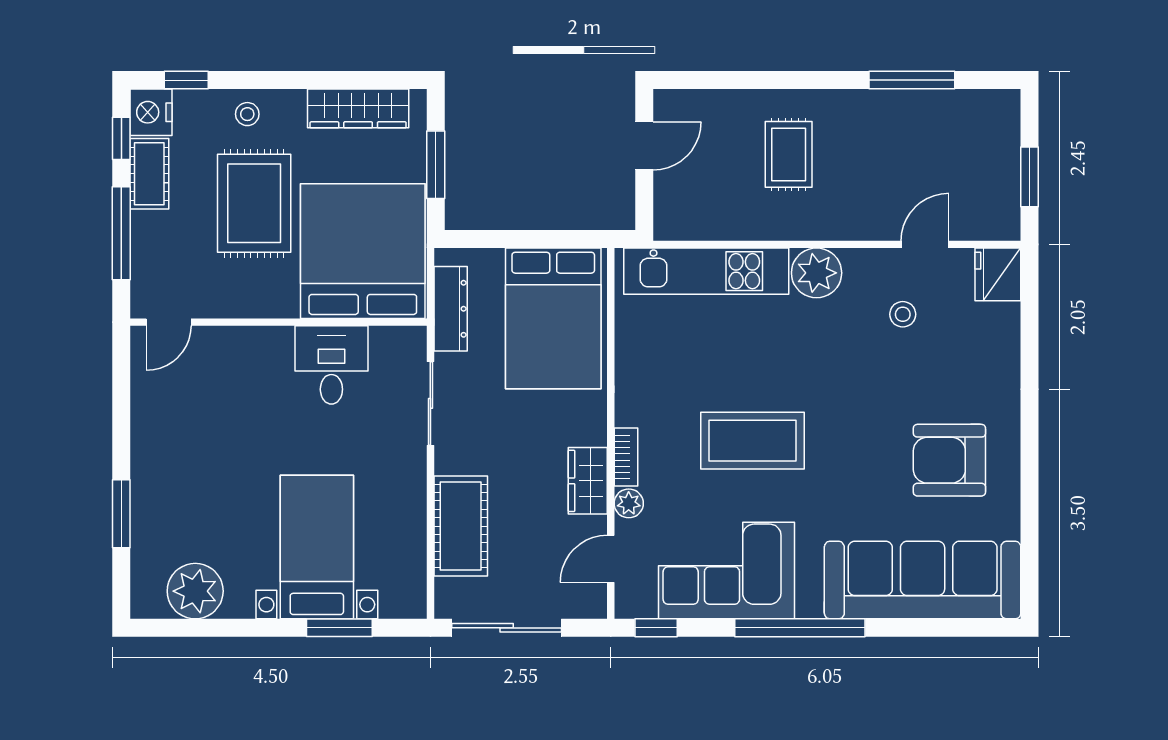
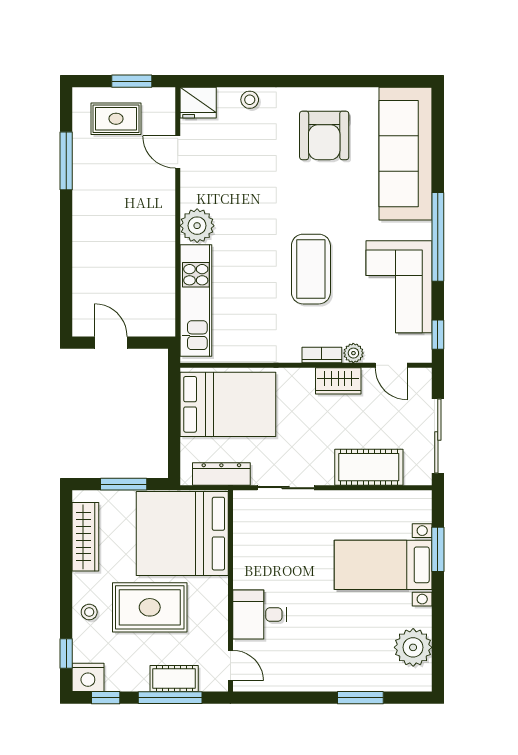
rug: (789, 154) -> (116, 119), moved
cot: (149, 174) -> (174, 679), moved
stool: (903, 314) -> (250, 100), moved
desk: (331, 365) -> (259, 615), moved

